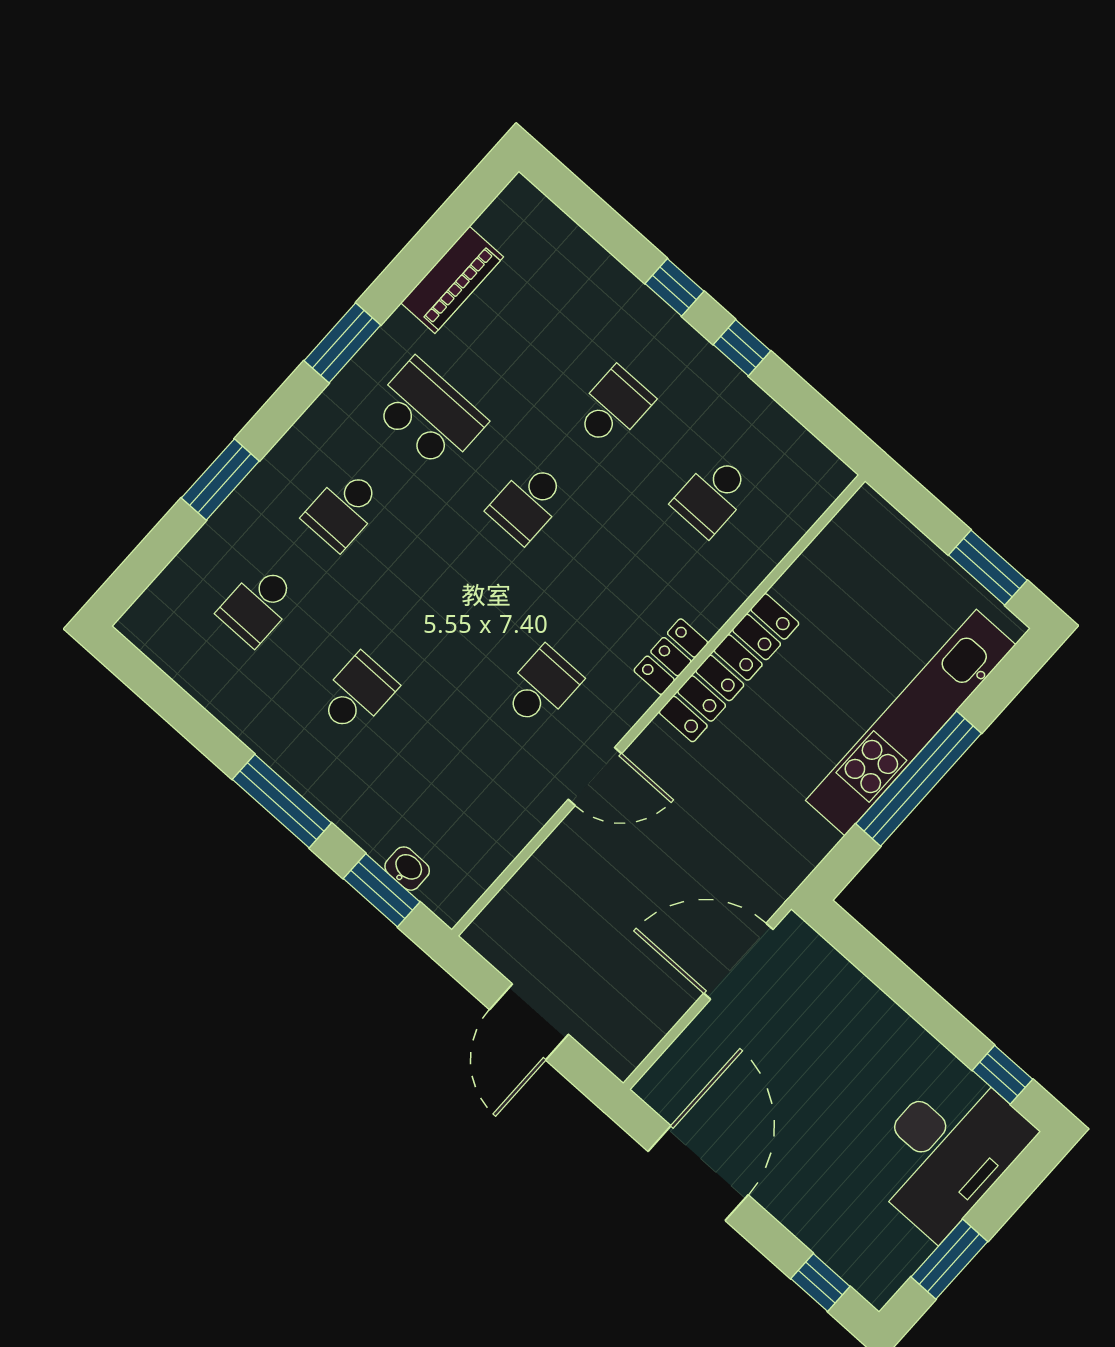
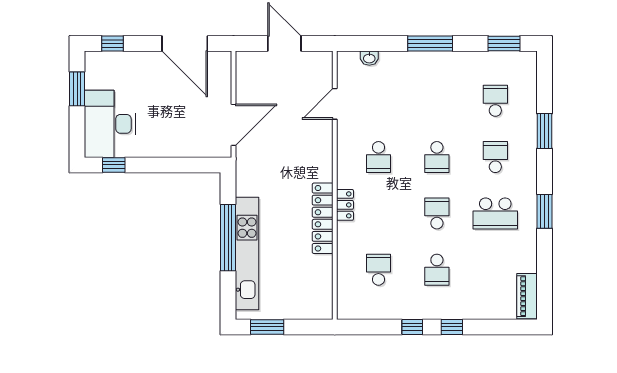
piano: (452, 280) -> (527, 296), moved
school desk: (357, 694) -> (437, 157), moved
door: (595, 776) -> (335, 104), moved
window: (382, 890) -> (504, 44), moved

